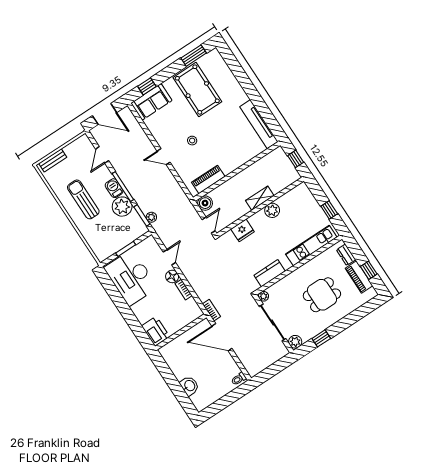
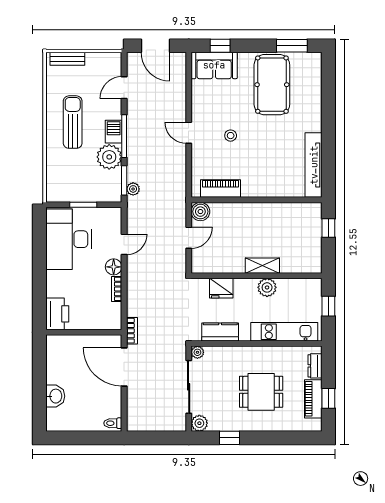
shelving: (260, 198) -> (262, 266), moved
wall: (260, 207) -> (256, 276), moved
plant: (272, 210) -> (267, 287), moved
fridge: (243, 230) -> (221, 288), moved

